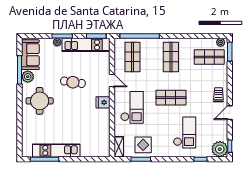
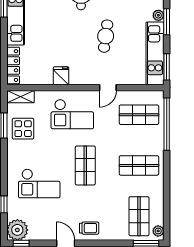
fridge: (103, 102) -> (61, 76), moved
locker: (95, 152) -> (13, 66), added

